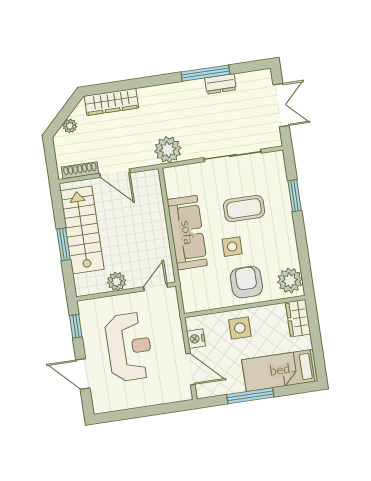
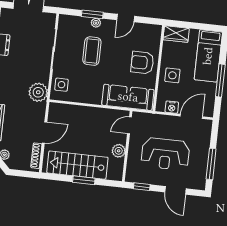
sofa: (187, 233) -> (128, 97), moved
door: (302, 243) -> (126, 18), added
side table: (232, 247) -> (61, 85), moved
plant: (290, 280) -> (96, 23), moved, width x0.53, depth x0.53
door: (156, 287) -> (129, 125), hinge flipped
reception desk: (129, 347) -> (165, 154), turned 180
door: (83, 374) -> (175, 190), hinge flipped
window: (132, 413) -> (211, 164), added

